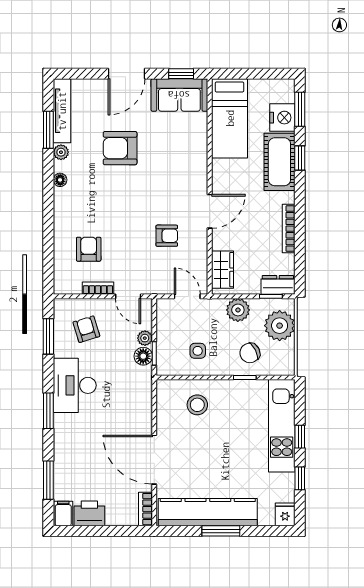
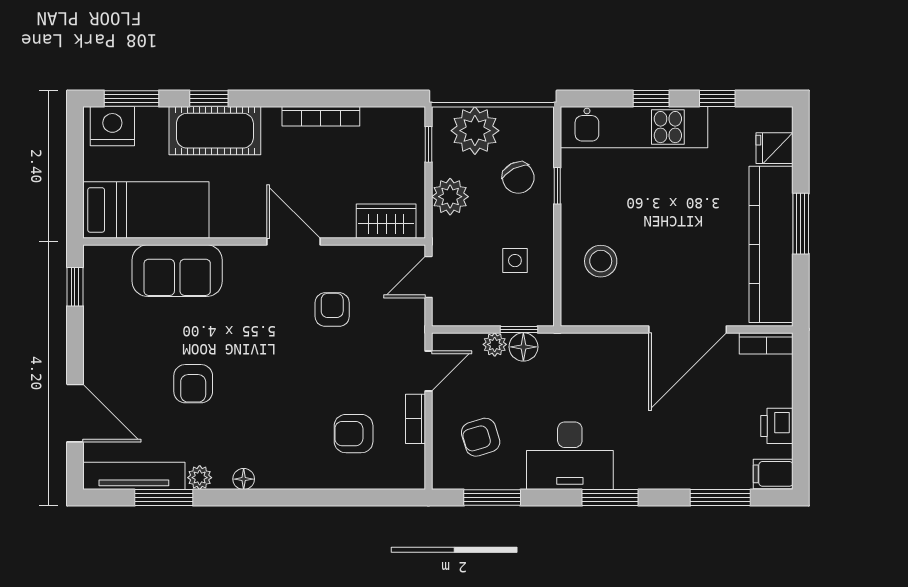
door: (126, 74) -> (75, 413), moved
sofa: (179, 95) -> (177, 271), moved, turned 90
nightstand: (282, 118) -> (112, 126), moved
armchair: (120, 148) -> (193, 384), width x0.72, depth x0.72
dresser: (278, 285) -> (410, 133), removed
printer: (89, 513) -> (777, 426), width x0.73, depth x0.81
fridge: (285, 514) -> (775, 148), moved

